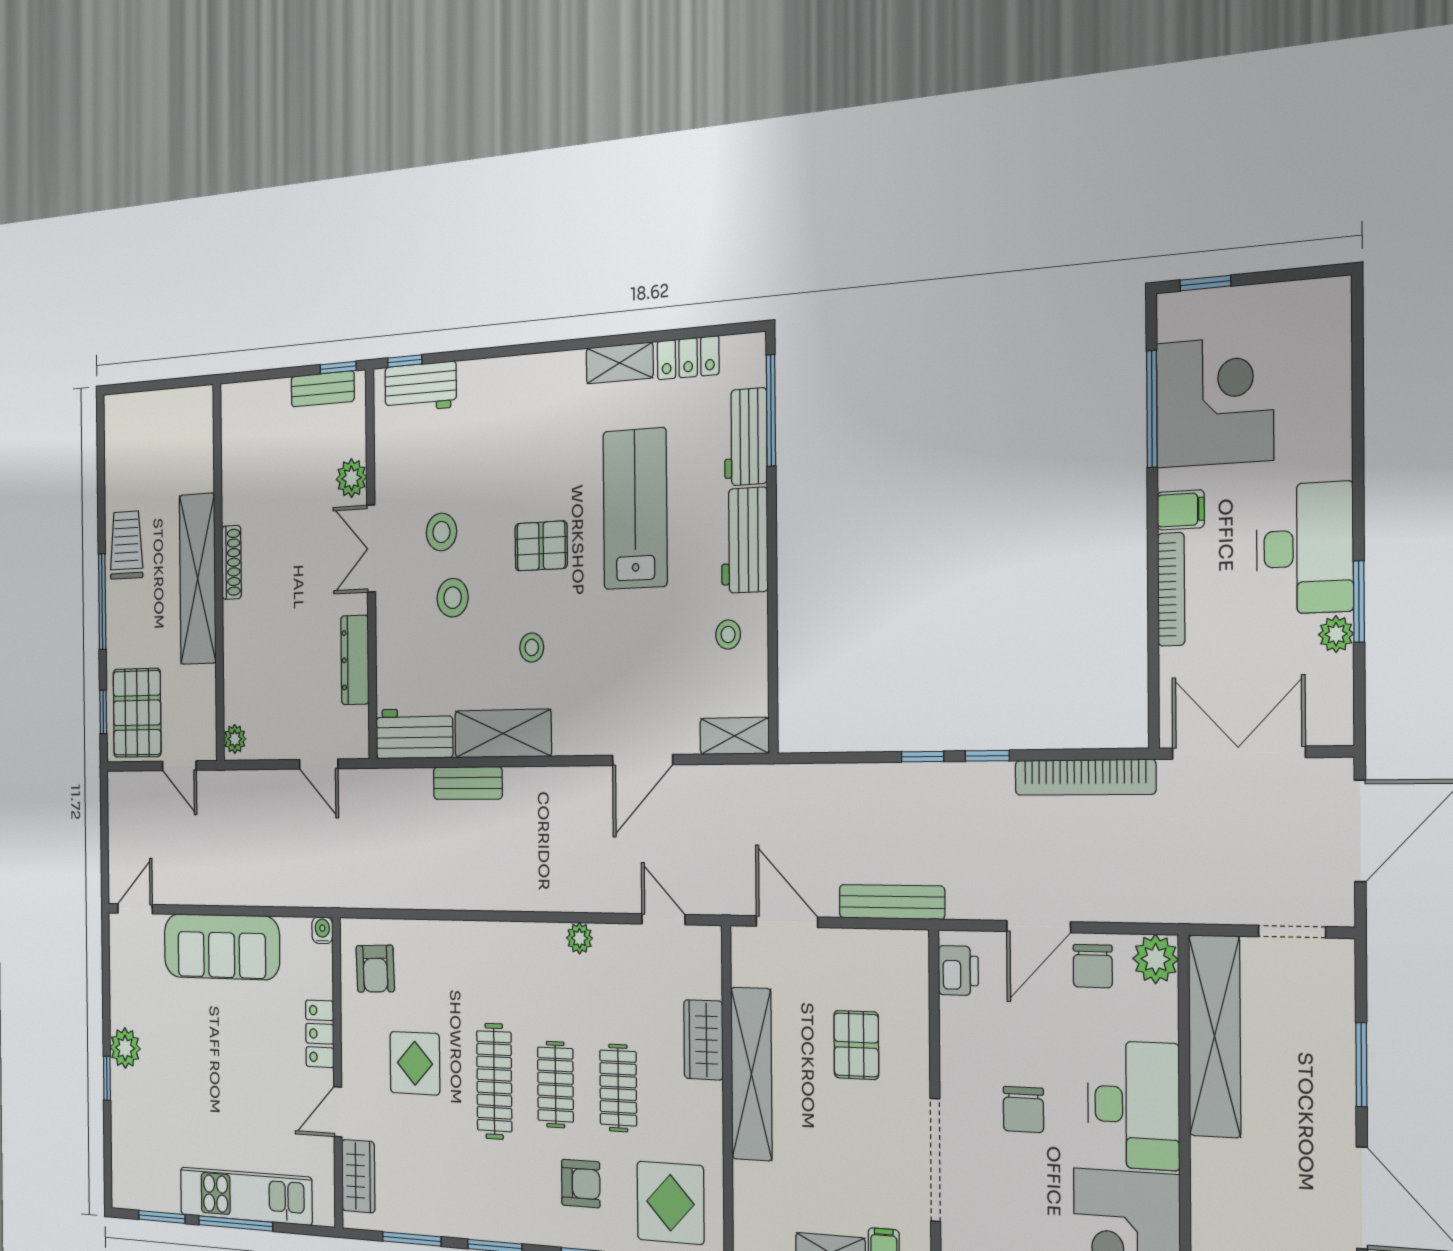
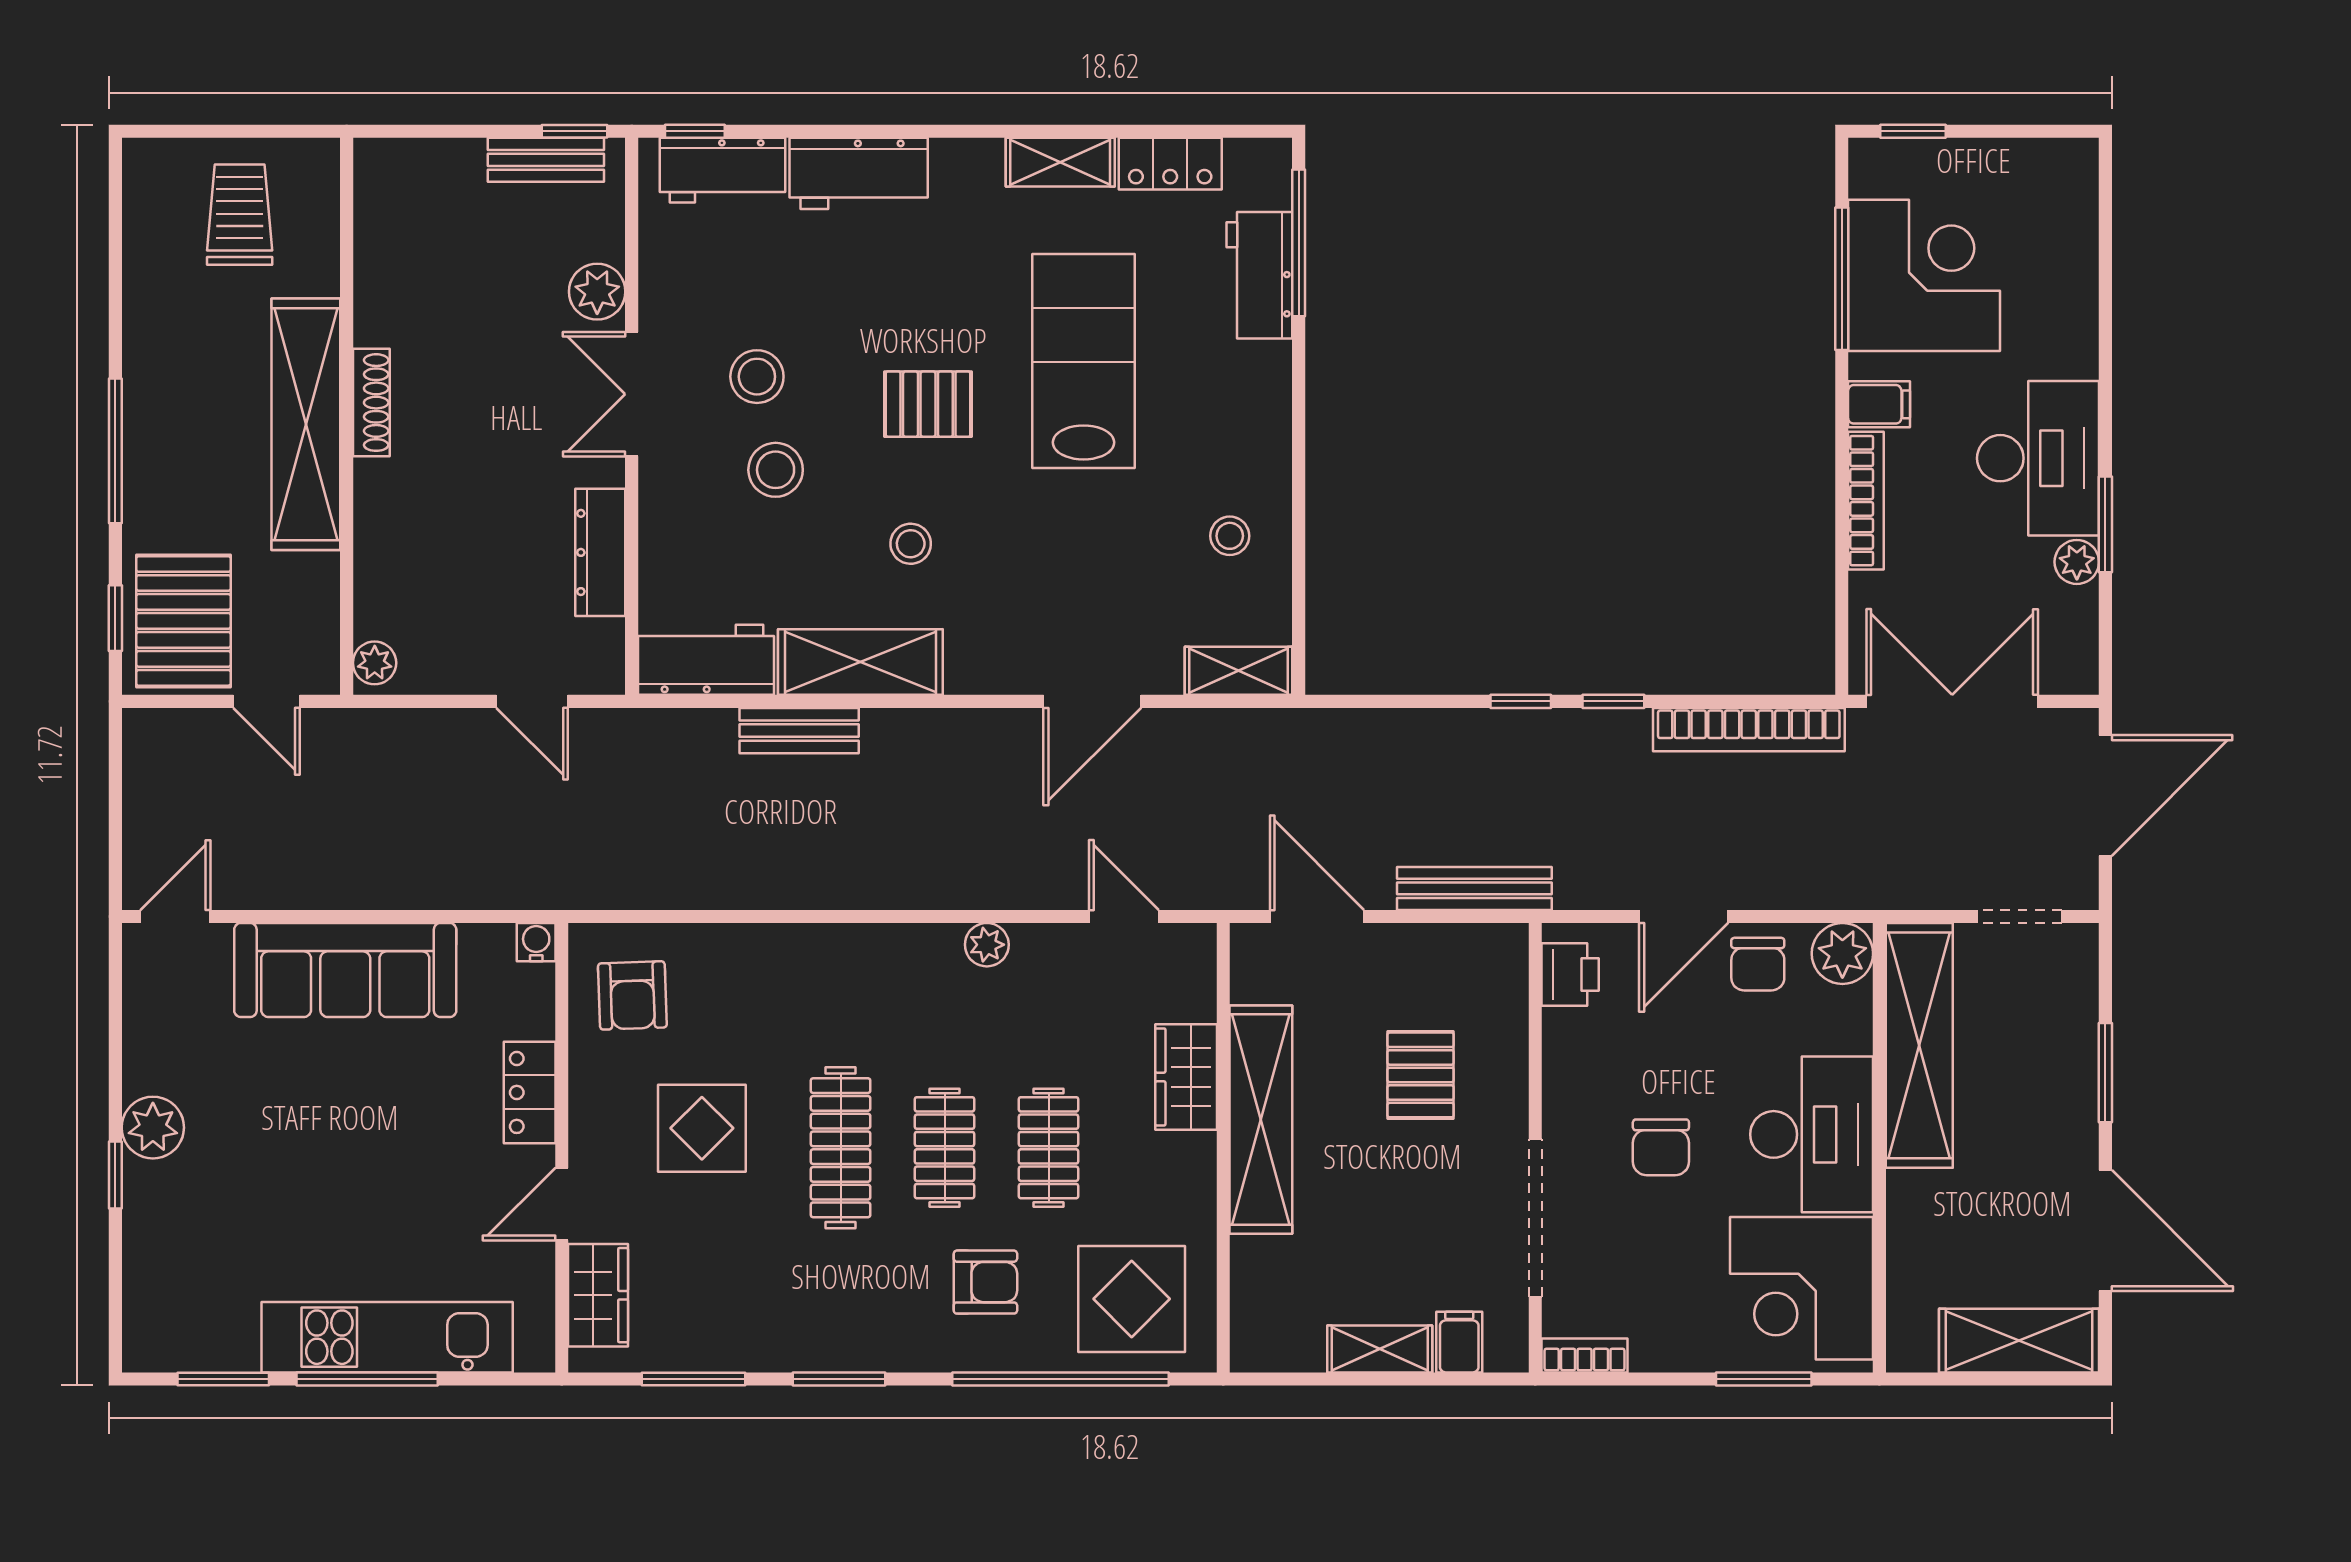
workbench: (745, 540) -> (859, 173), moved, turned -90
trolley: (126, 545) -> (240, 215), moved

